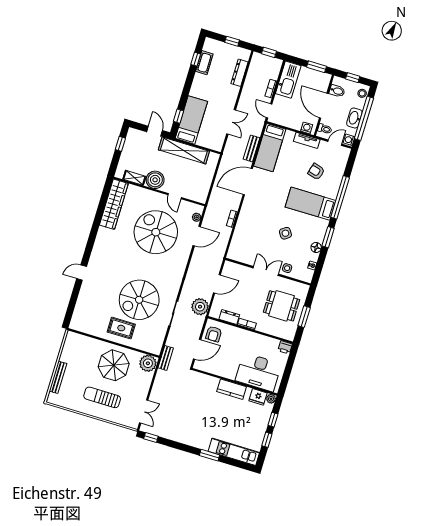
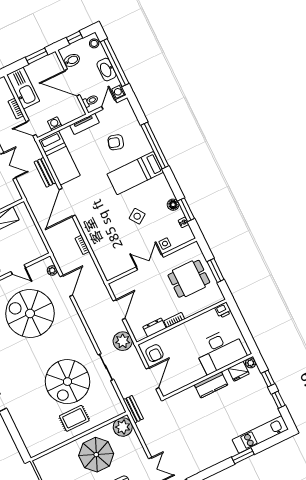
washing machine: (307, 128) -> (55, 124), moved
window: (328, 237) -> (186, 210), moved

